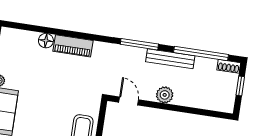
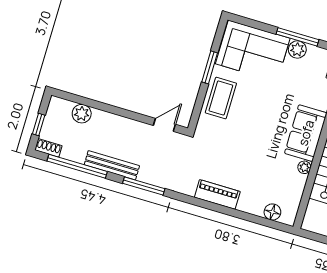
floor lamp: (46, 41) -> (272, 212), moved
plant: (165, 95) -> (82, 114), moved
door: (129, 101) -> (164, 125), swing flipped

